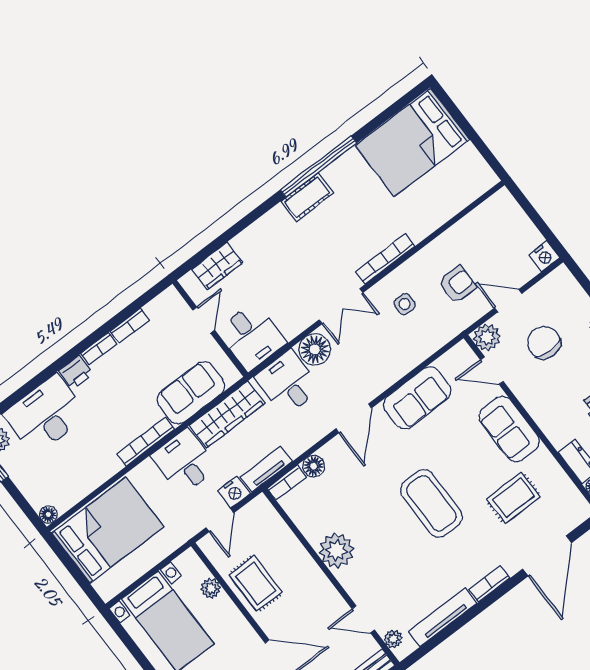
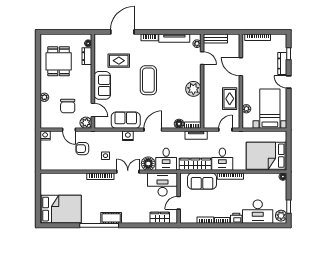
desk: (252, 337) -> (163, 184), width x1.37
nightstand: (234, 492) -> (128, 136), moved

